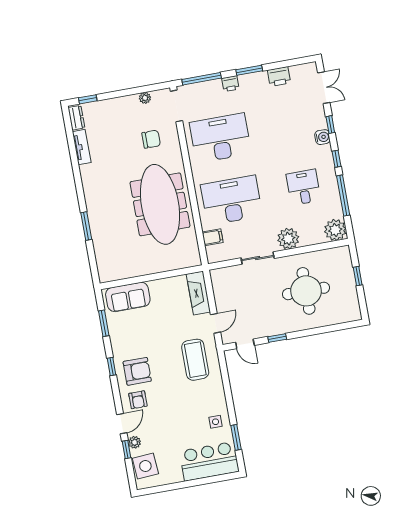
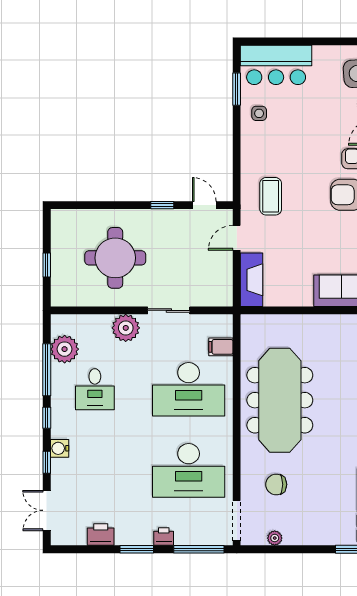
plant: (335, 230) -> (65, 349), moved
coffee table: (195, 360) -> (271, 196), width x0.73, depth x0.76

